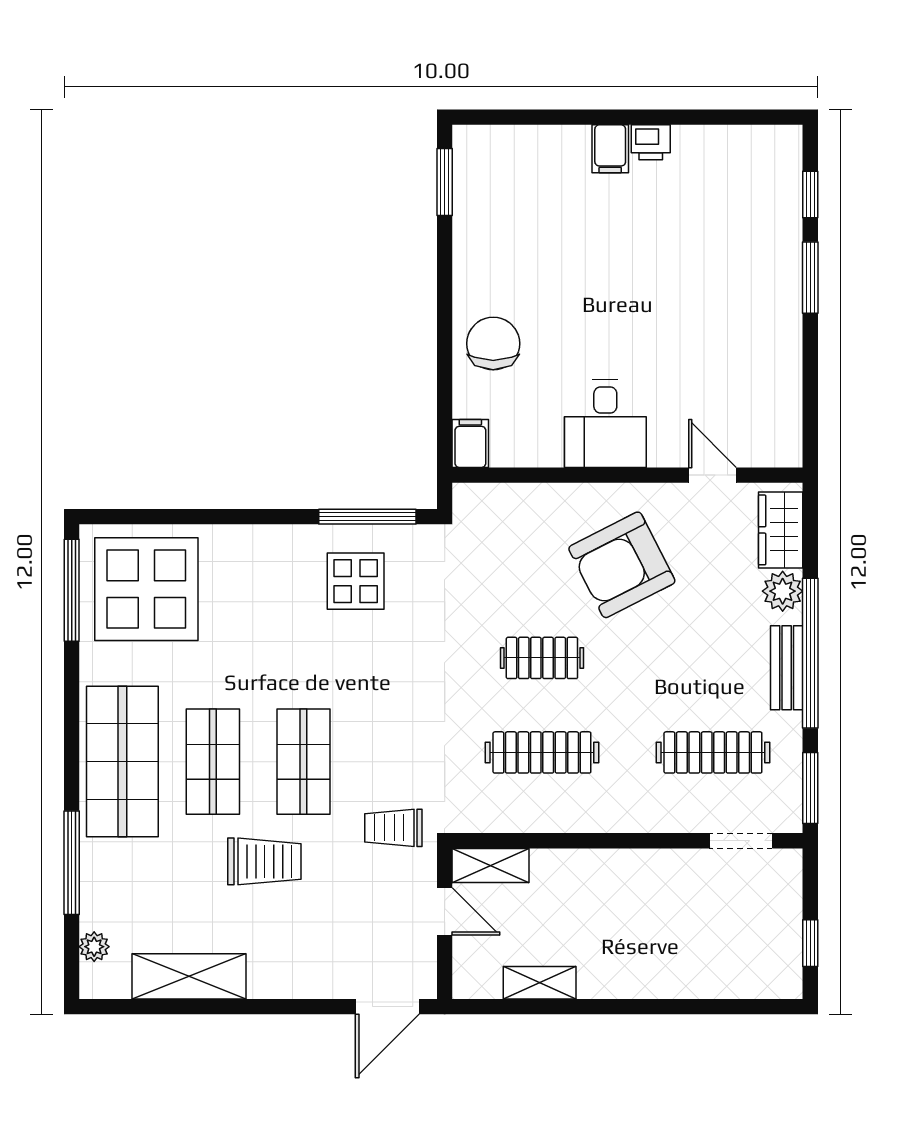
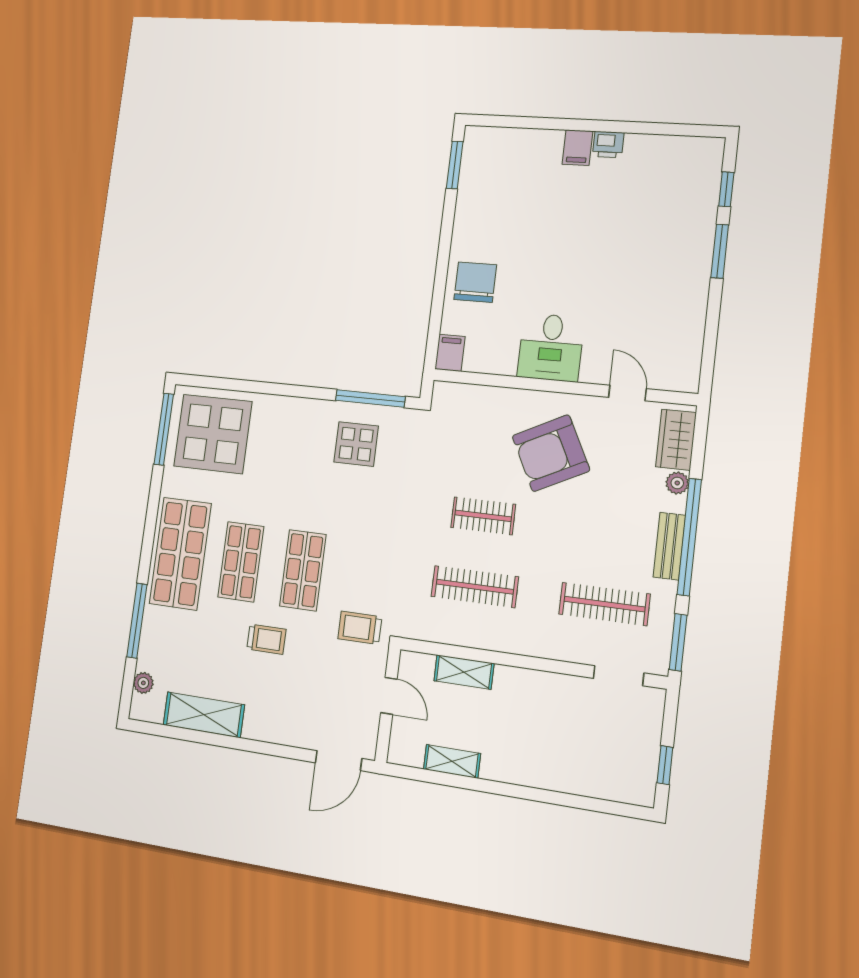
plant: (783, 591) -> (677, 483), width x0.73, depth x0.73
trolley: (264, 861) -> (266, 639), width x0.73, depth x0.72
shelving: (491, 866) -> (464, 672), moved

